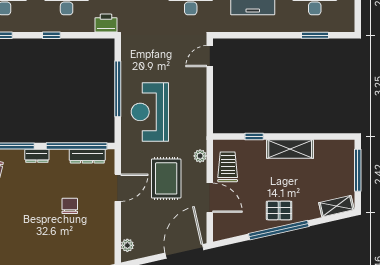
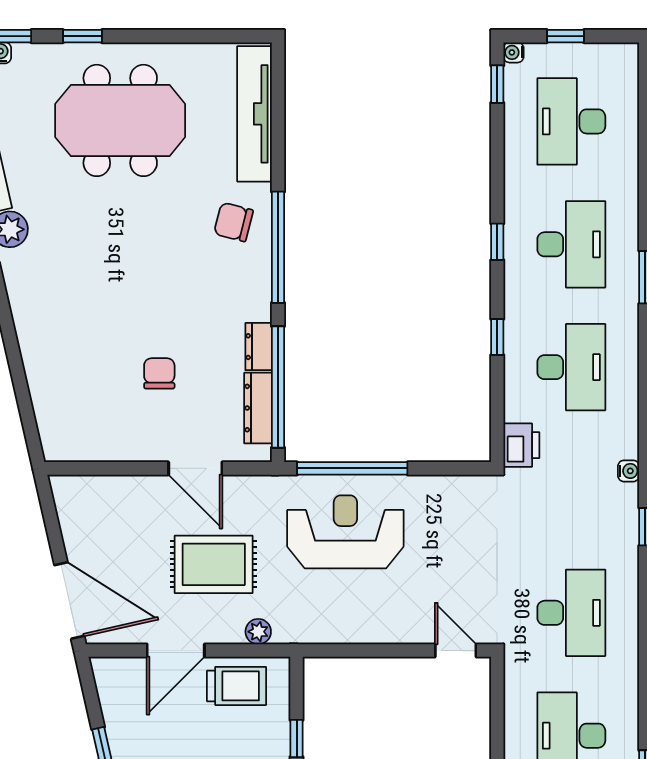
window: (118, 89) -> (352, 468), moved
dresser: (37, 156) -> (259, 347), moved
chair: (70, 206) -> (159, 373), turned -90
plant: (127, 245) -> (81, 487), removed

